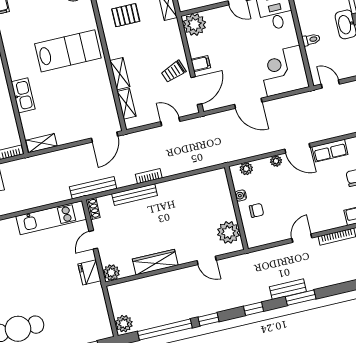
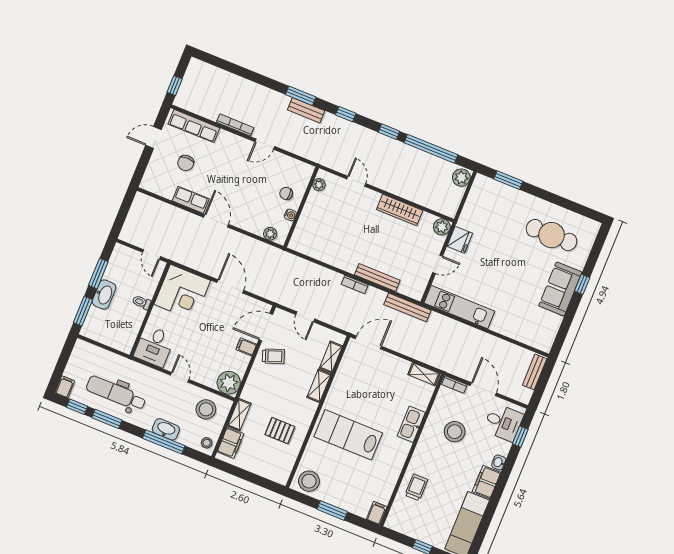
plant: (276, 161) -> (241, 223), removed
shoe rack: (93, 209) -> (420, 290), removed
plant: (229, 232) -> (319, 185), width x0.53, depth x0.53

